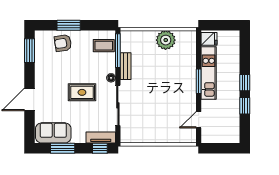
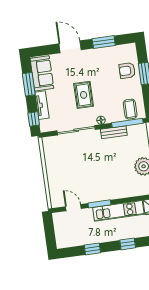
armchair: (63, 43) -> (127, 71), turned -81
window: (30, 51) -> (104, 42), moved
window: (199, 81) -> (99, 204), moved
window: (245, 83) -> (128, 244), moved
tv unit: (101, 138) -> (42, 105), moved

